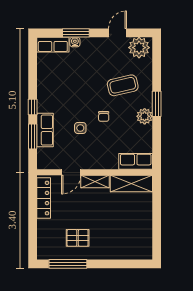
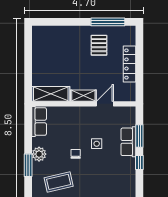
row of seats: (136, 161) -> (39, 122), moved, turned -90
locker: (44, 198) -> (129, 64), moved
pallet: (78, 238) -> (99, 45), turned 90

